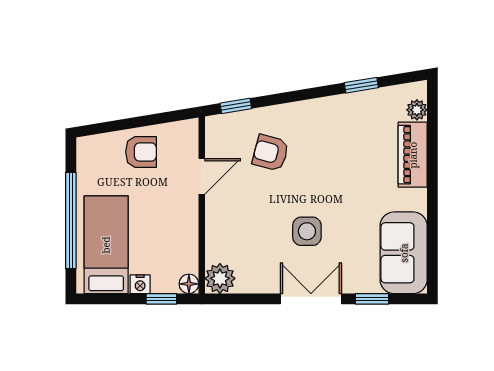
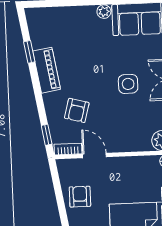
plant: (417, 110) -> (104, 12), moved
bookcase: (213, 137) -> (68, 149), added
piano: (413, 155) -> (47, 70), moved, turned -99

